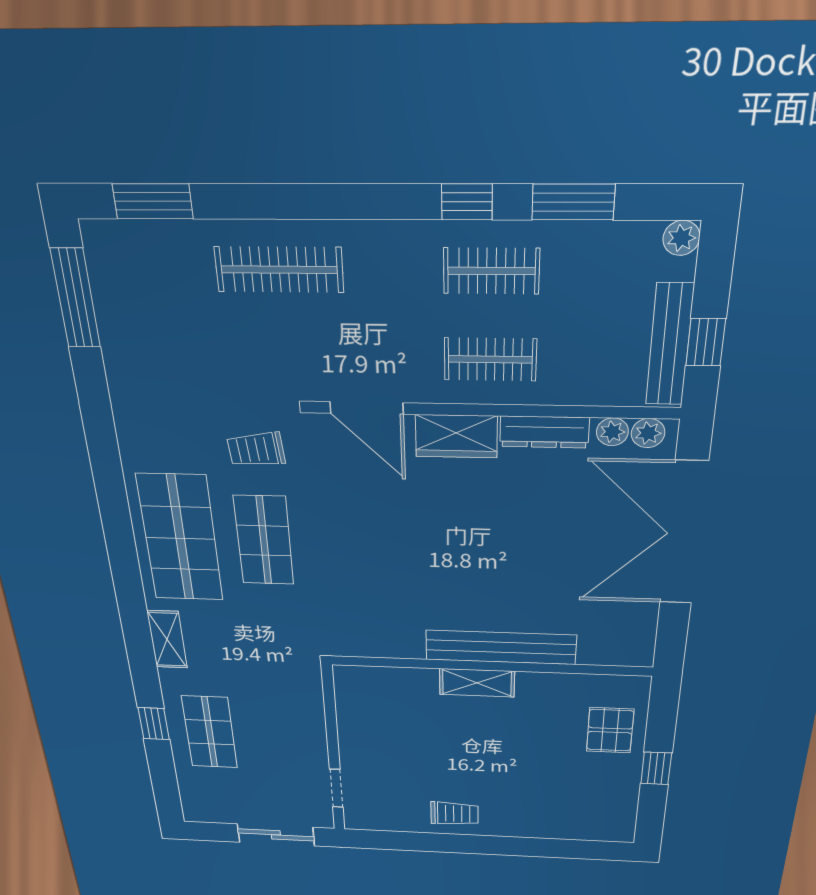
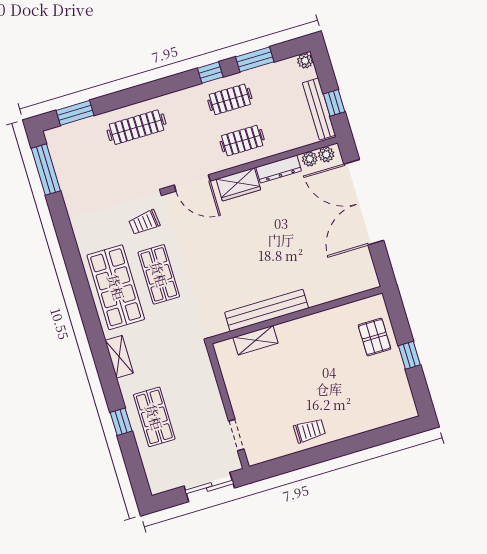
bench: (501, 647) -> (267, 310), moved
shelving: (477, 683) -> (255, 340), moved

